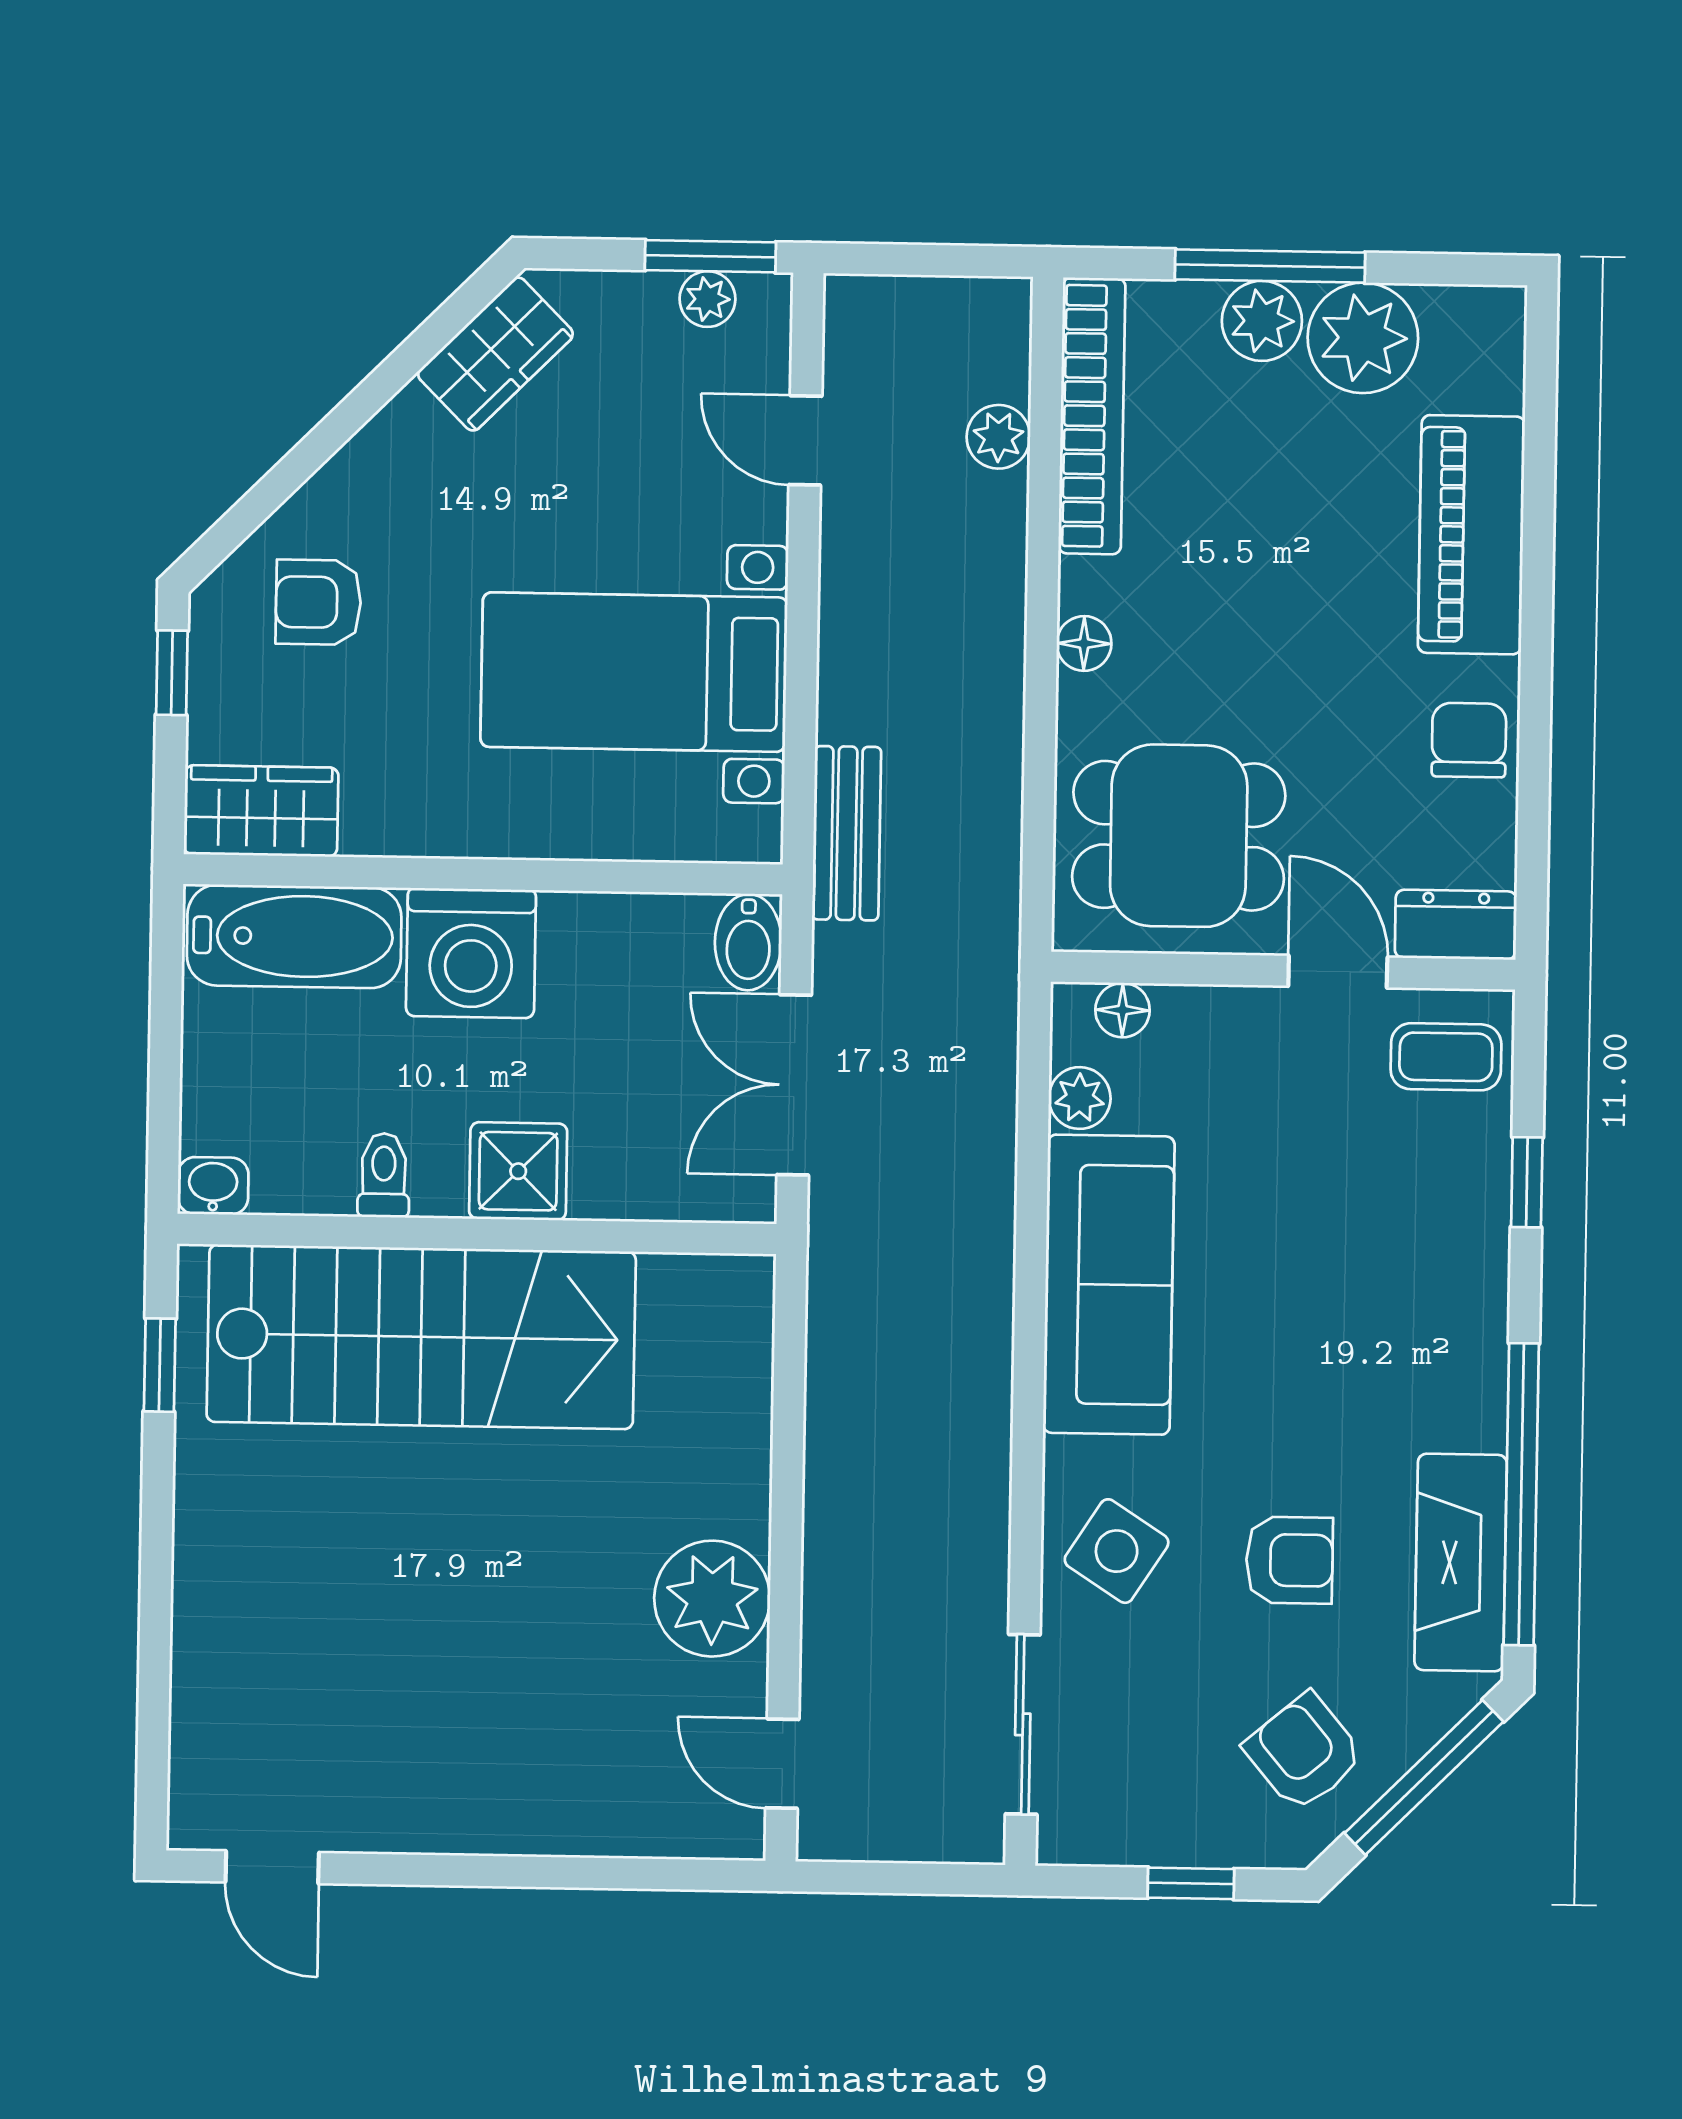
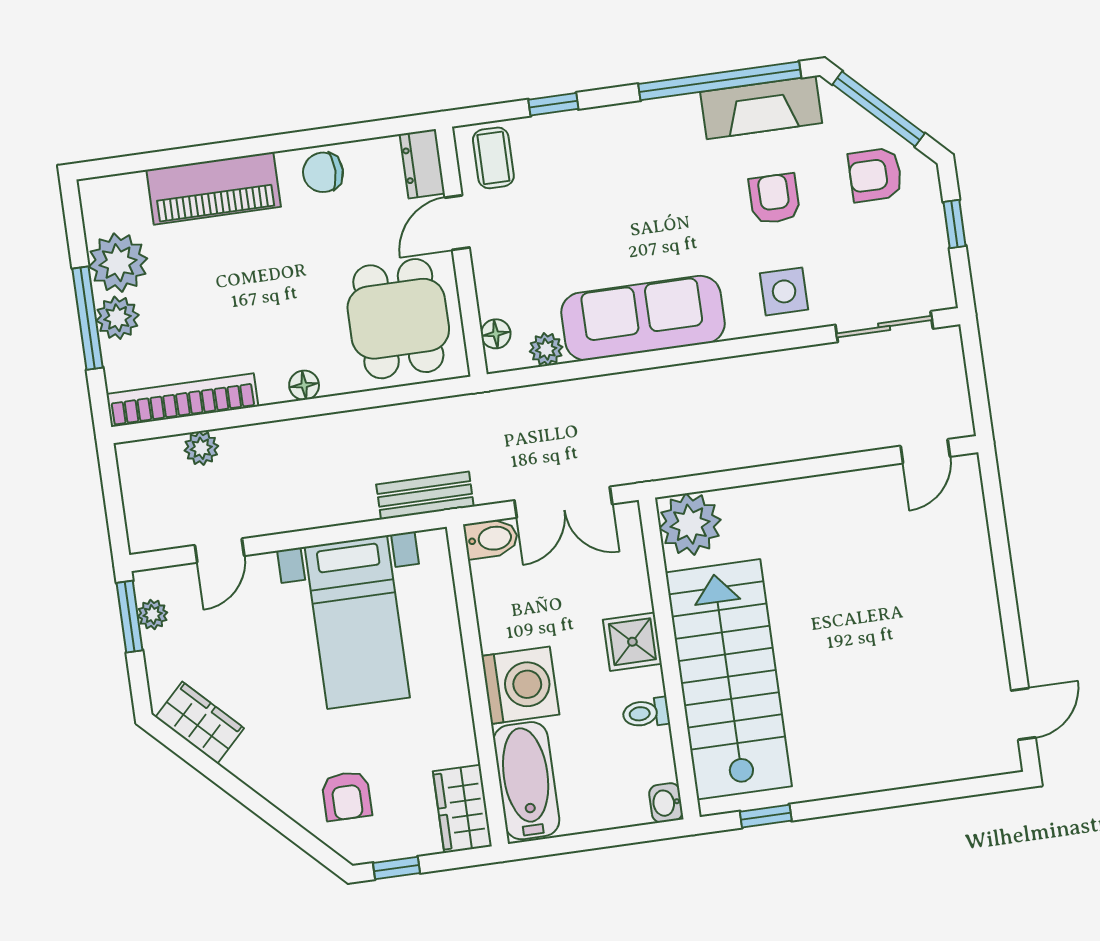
side table: (1117, 1551) -> (784, 291), turned -33
plant: (712, 1599) -> (690, 524), moved
armchair: (1304, 1752) -> (875, 175), turned 40

